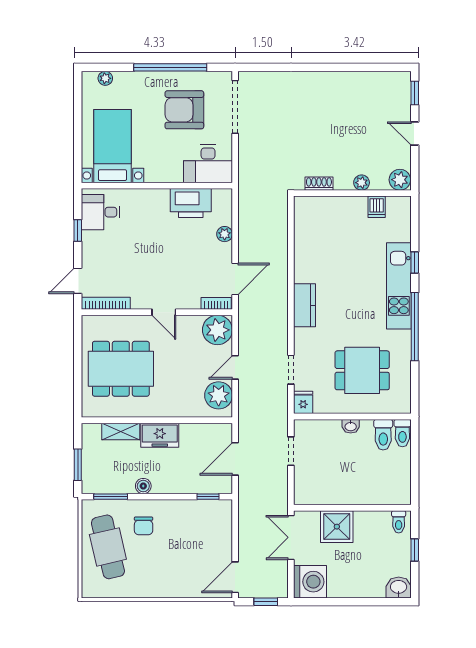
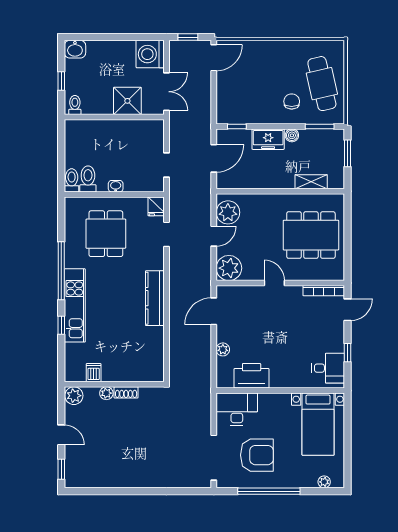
shoe rack: (319, 184) -> (126, 392), moved
bookcase: (216, 303) -> (230, 290), removed
kitchen counter: (305, 305) -> (155, 298), width x1.50
dining table: (362, 370) -> (106, 234), turned 90
freezer: (160, 435) -> (268, 139), moved, turned 180

